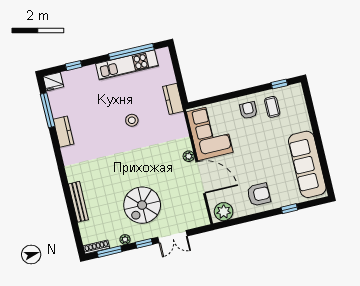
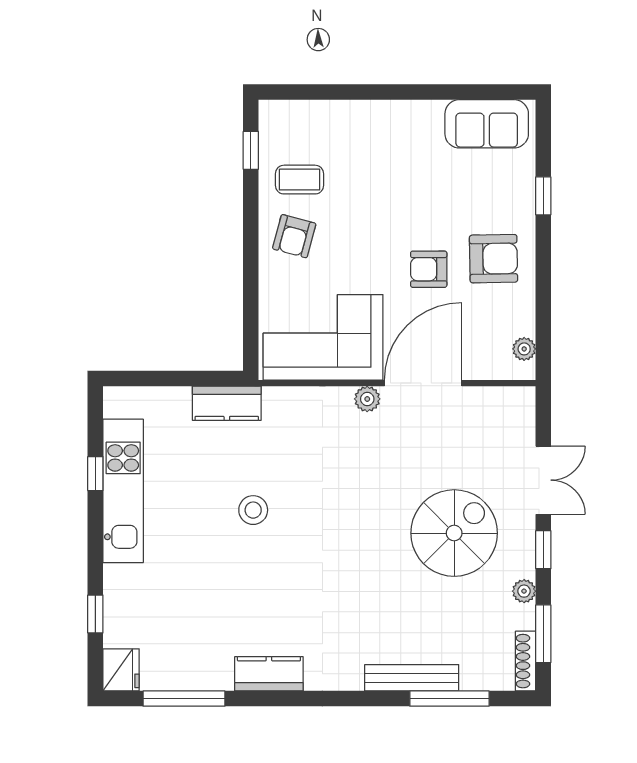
window: (131, 52) -> (95, 474), width x0.32
armchair: (248, 110) -> (294, 236), turned -75
kitchen counter: (63, 132) -> (269, 674), moved
sofa: (307, 164) -> (487, 124), width x0.54, depth x0.79
armchair: (248, 169) -> (429, 269), added
armchair: (259, 194) -> (493, 259), turned 89
spiral stairs: (142, 205) -> (454, 533), turned -90
plant: (224, 212) -> (524, 349), width x0.53, depth x0.53
window: (74, 219) -> (449, 699), added

